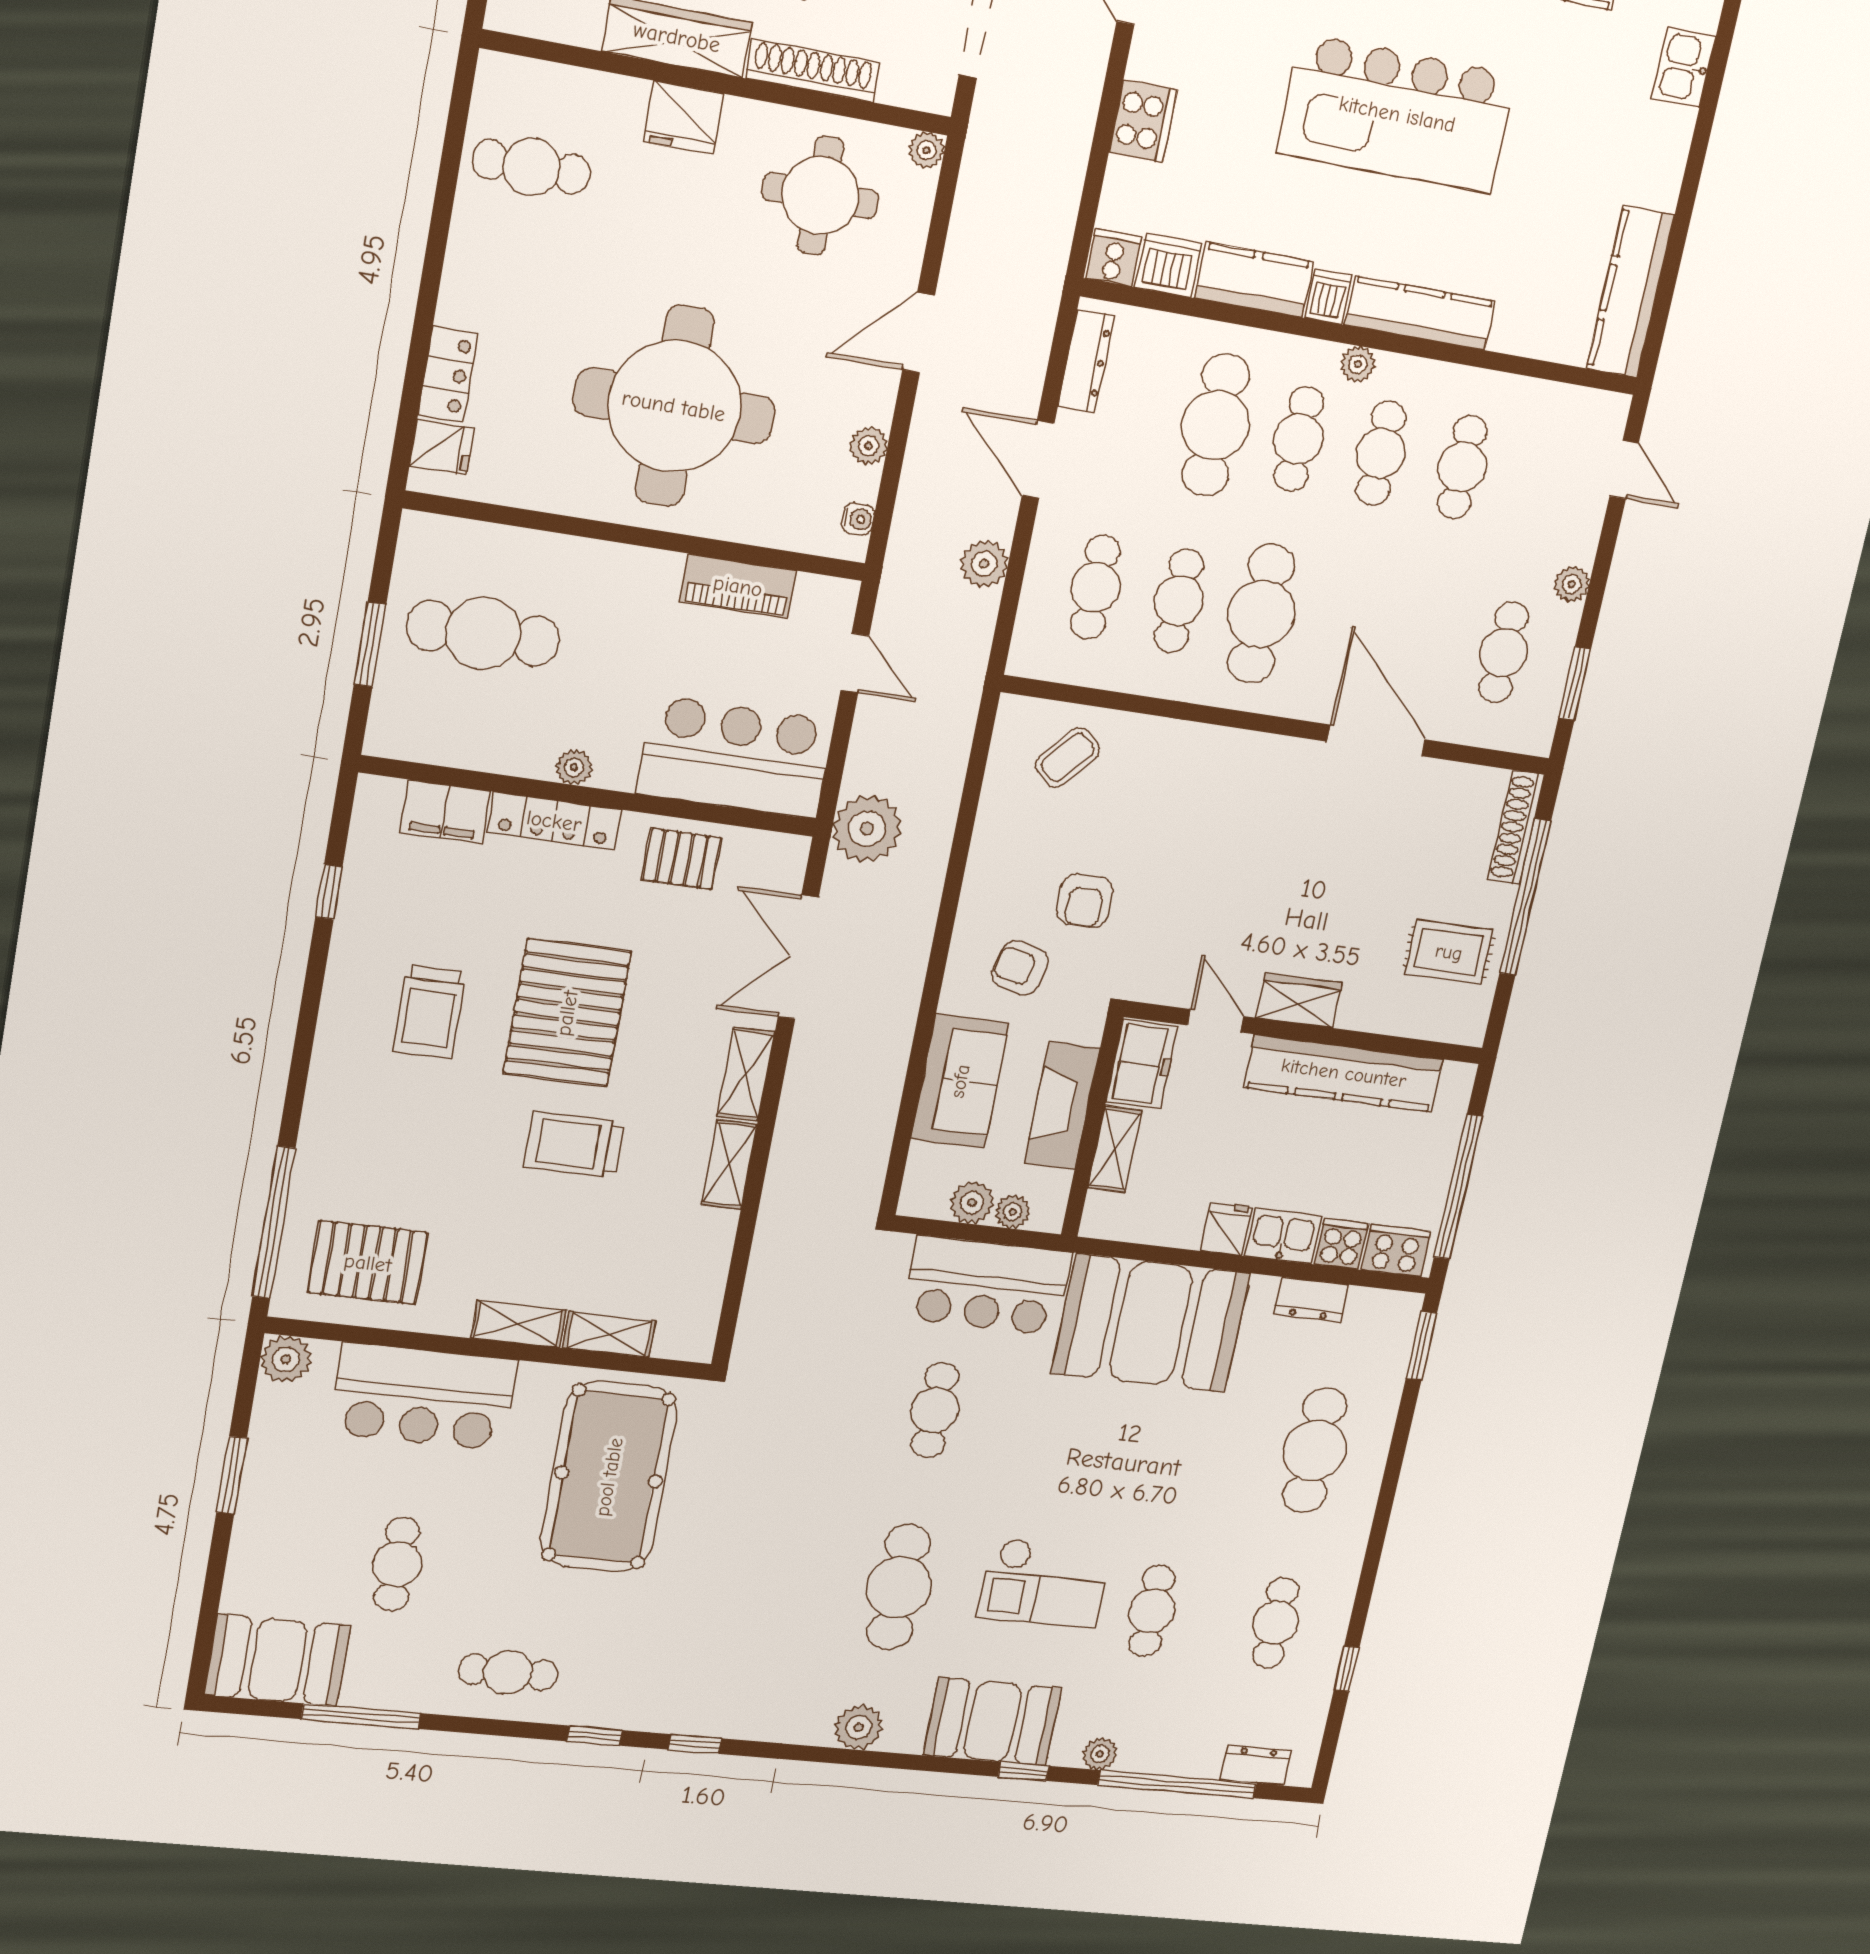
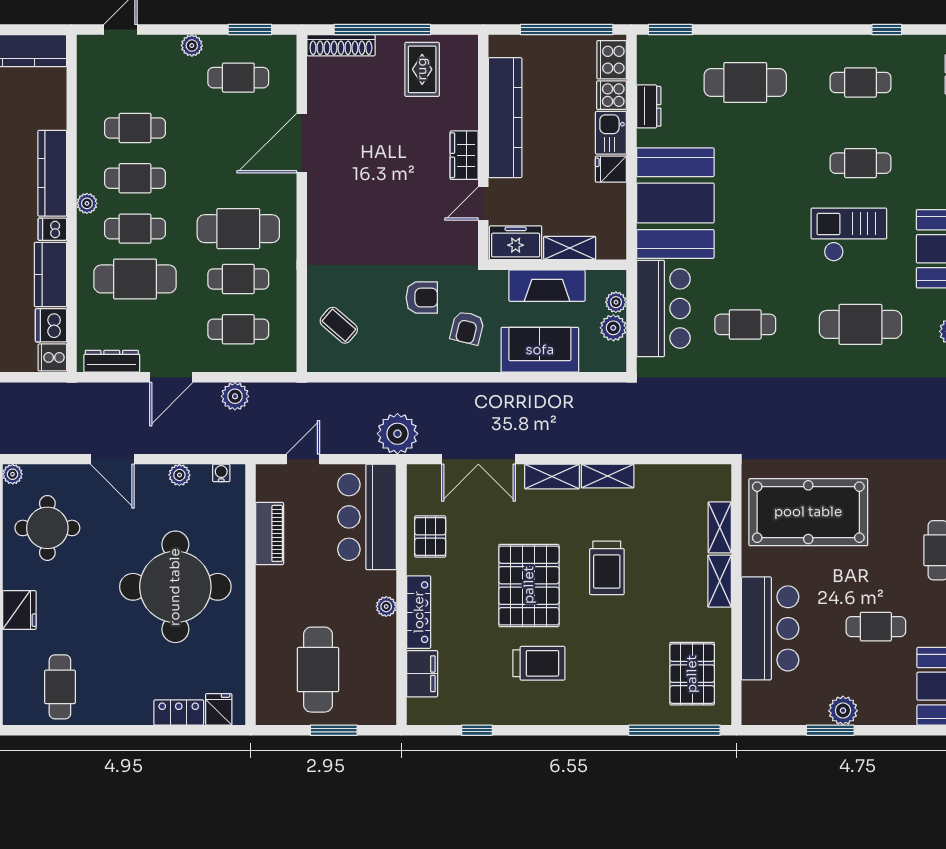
pallet: (567, 1013) -> (529, 585), turned 90
plant: (286, 1359) -> (843, 711), moved
checkout: (1044, 1583) -> (849, 235), turned -90

